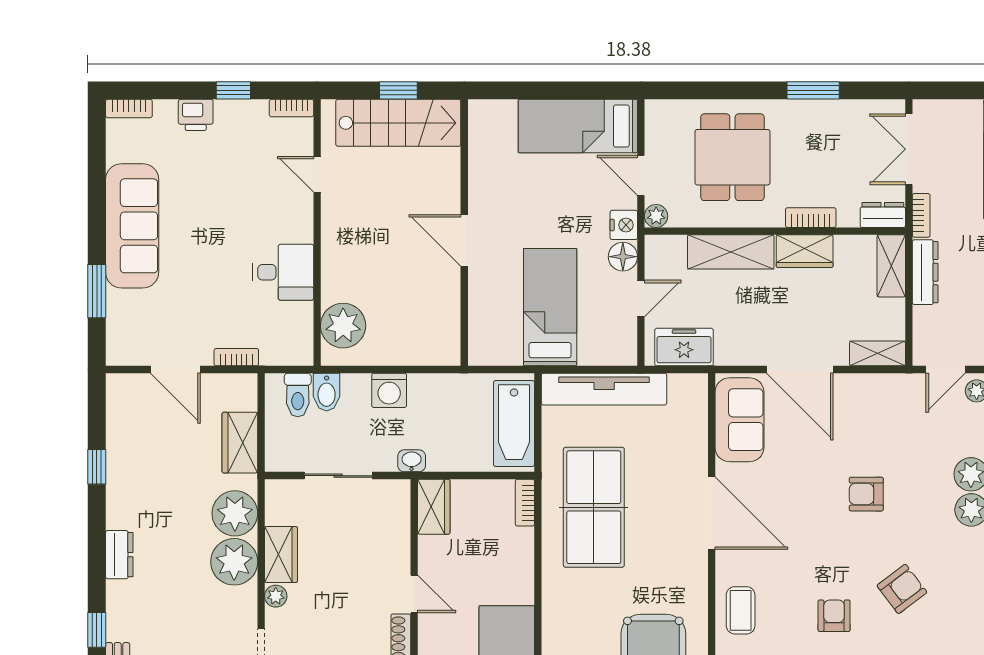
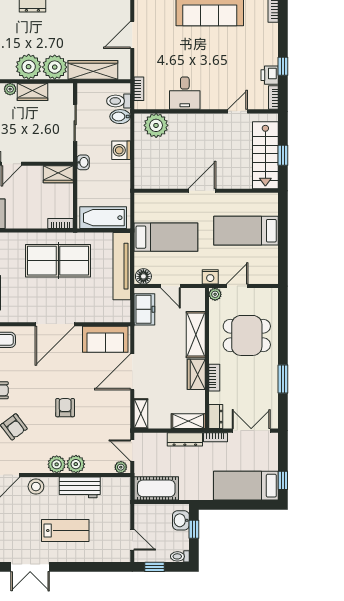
printer: (196, 115) -> (270, 75), moved
bed: (578, 126) -> (246, 231), moved, turned -90
floor lamp: (623, 257) -> (143, 276), moved
bookcase: (236, 357) -> (139, 89), moved
wardrobe: (240, 443) -> (93, 70), width x1.50

